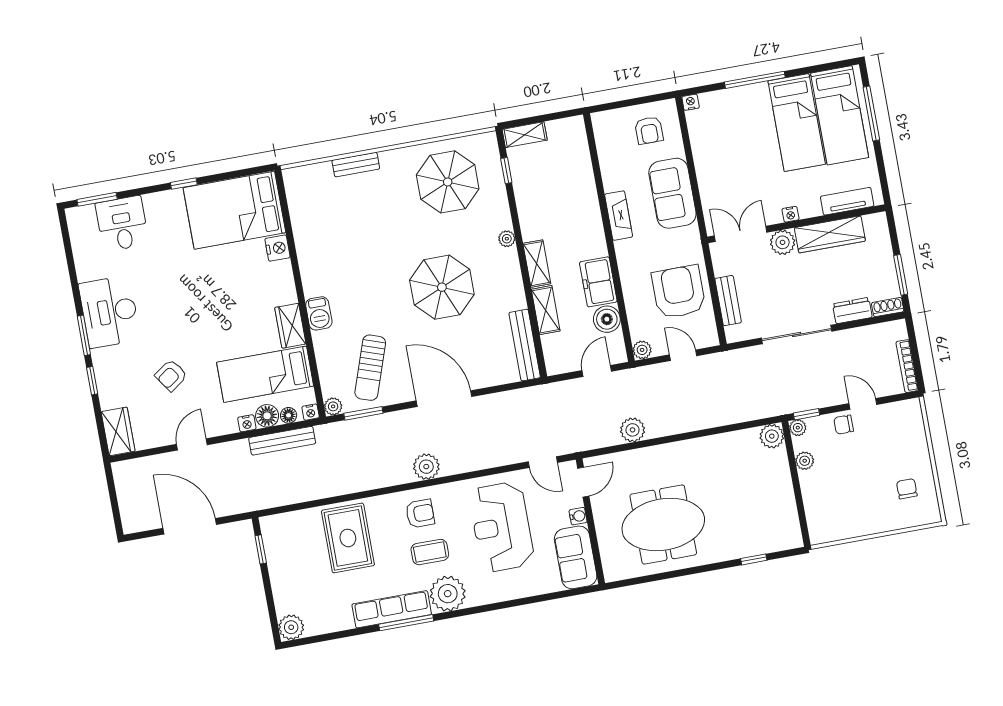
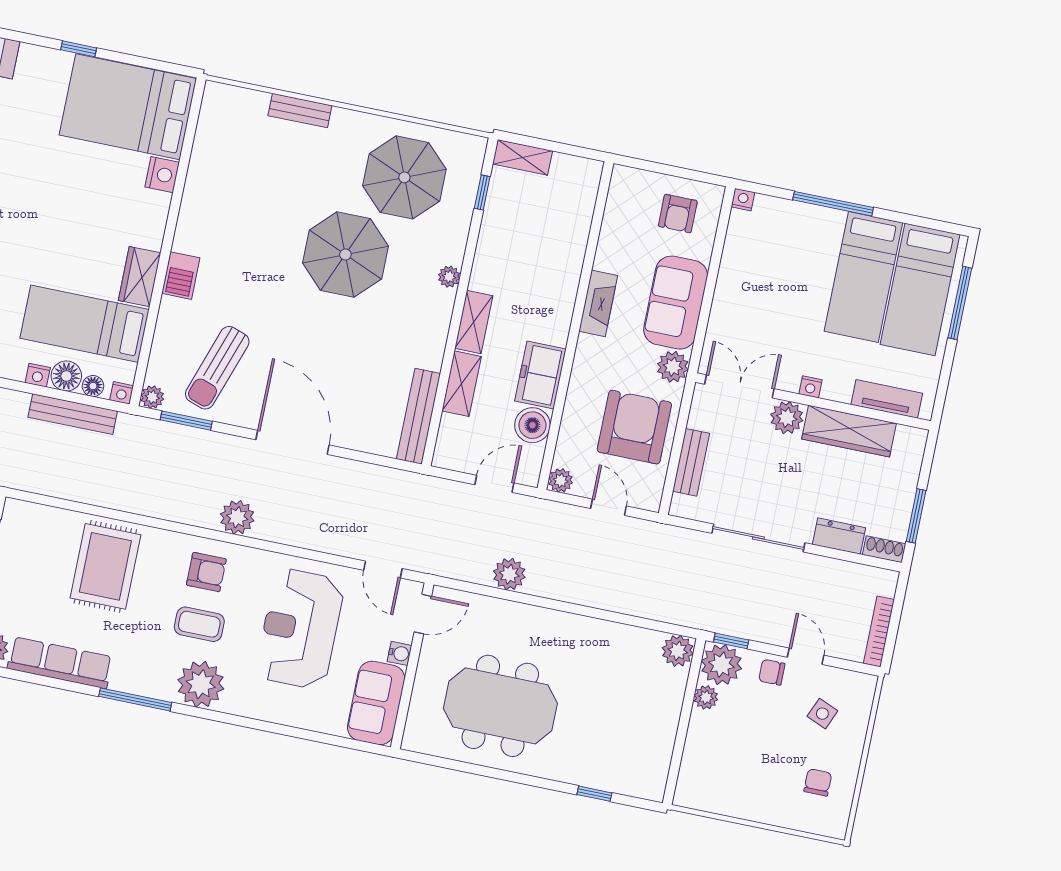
plant: (689, 239) -> (673, 367), added
parasol: (442, 287) -> (345, 255), moved
plant: (798, 428) -> (721, 665), width x1.88, depth x1.88
side table: (891, 439) -> (822, 714), added
row of seats: (392, 609) -> (60, 663), moved

